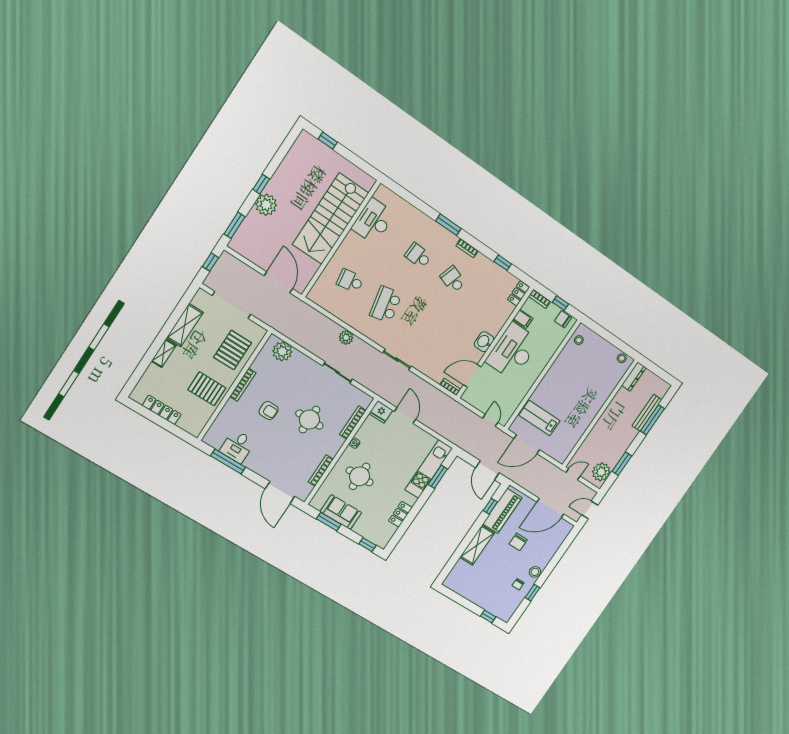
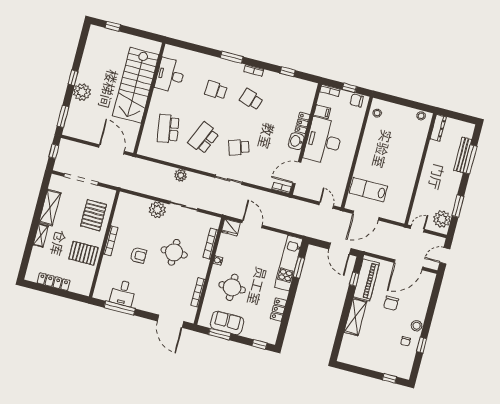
school desk: (350, 281) -> (168, 129), width x1.85
locker: (519, 293) -> (302, 123), moved
school desk: (386, 304) -> (203, 138), turned 36
school desk: (421, 328) -> (239, 147), added
plant: (282, 351) -> (157, 210), moved

